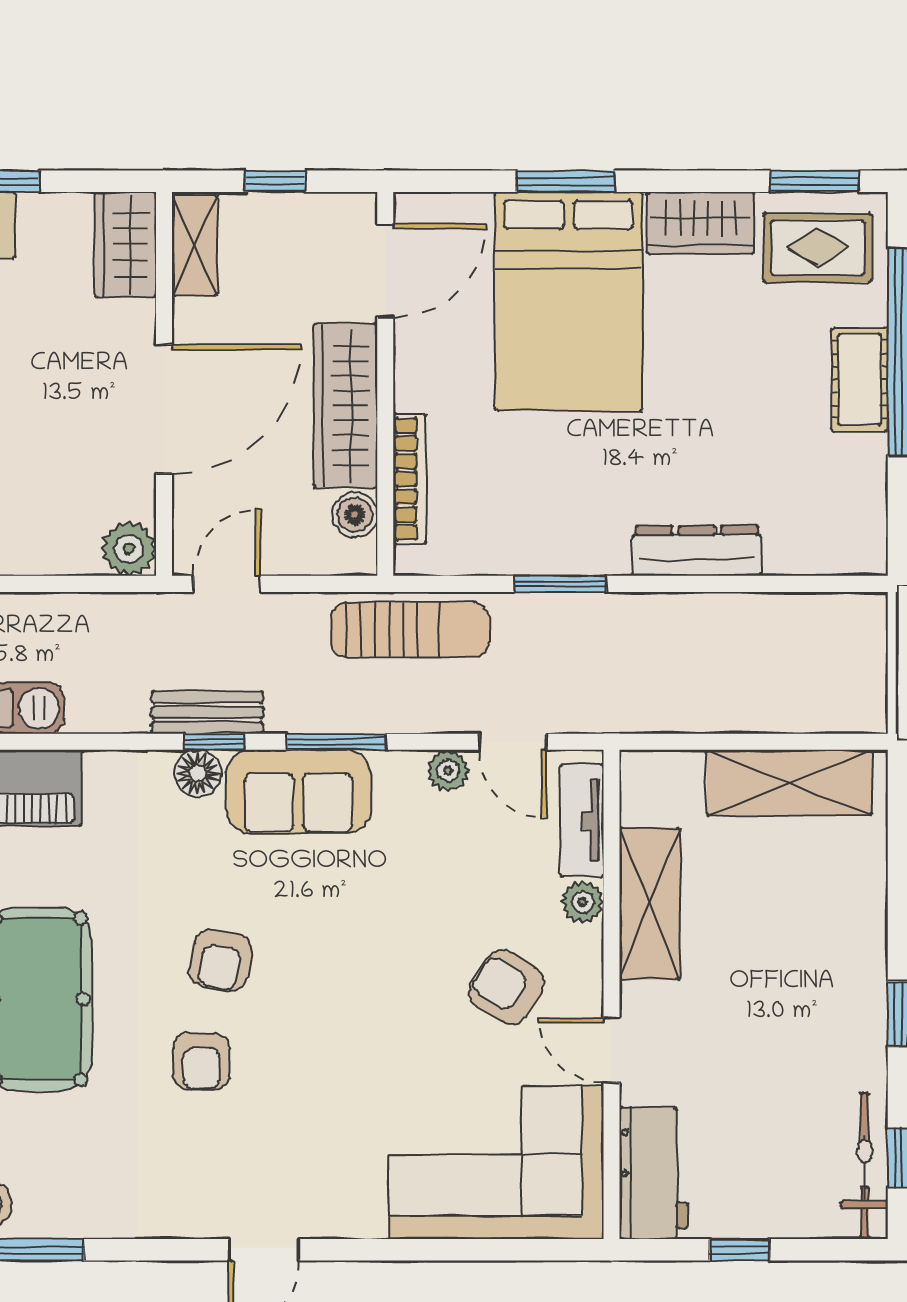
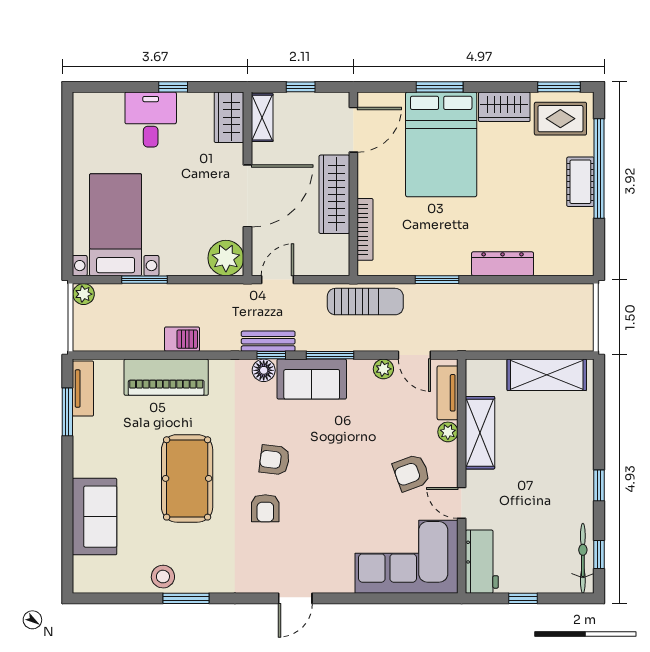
boiler: (355, 515) -> (339, 246), removed
plant: (129, 549) -> (226, 258), width x1.36, depth x1.36
armchair: (220, 960) -> (274, 460), turned 87
armchair: (506, 987) -> (411, 473), turned -52

